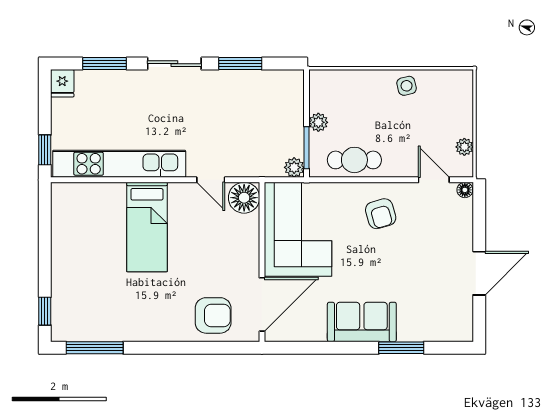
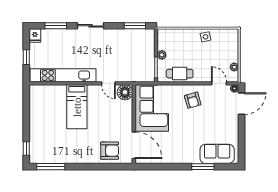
window: (240, 64) -> (135, 26), moved
window: (45, 150) -> (26, 57), moved
plant: (294, 167) -> (150, 77), removed
door: (479, 273) -> (241, 104), moved
door: (262, 304) -> (134, 145), hinge flipped
sofa: (362, 322) -> (217, 154), moved

